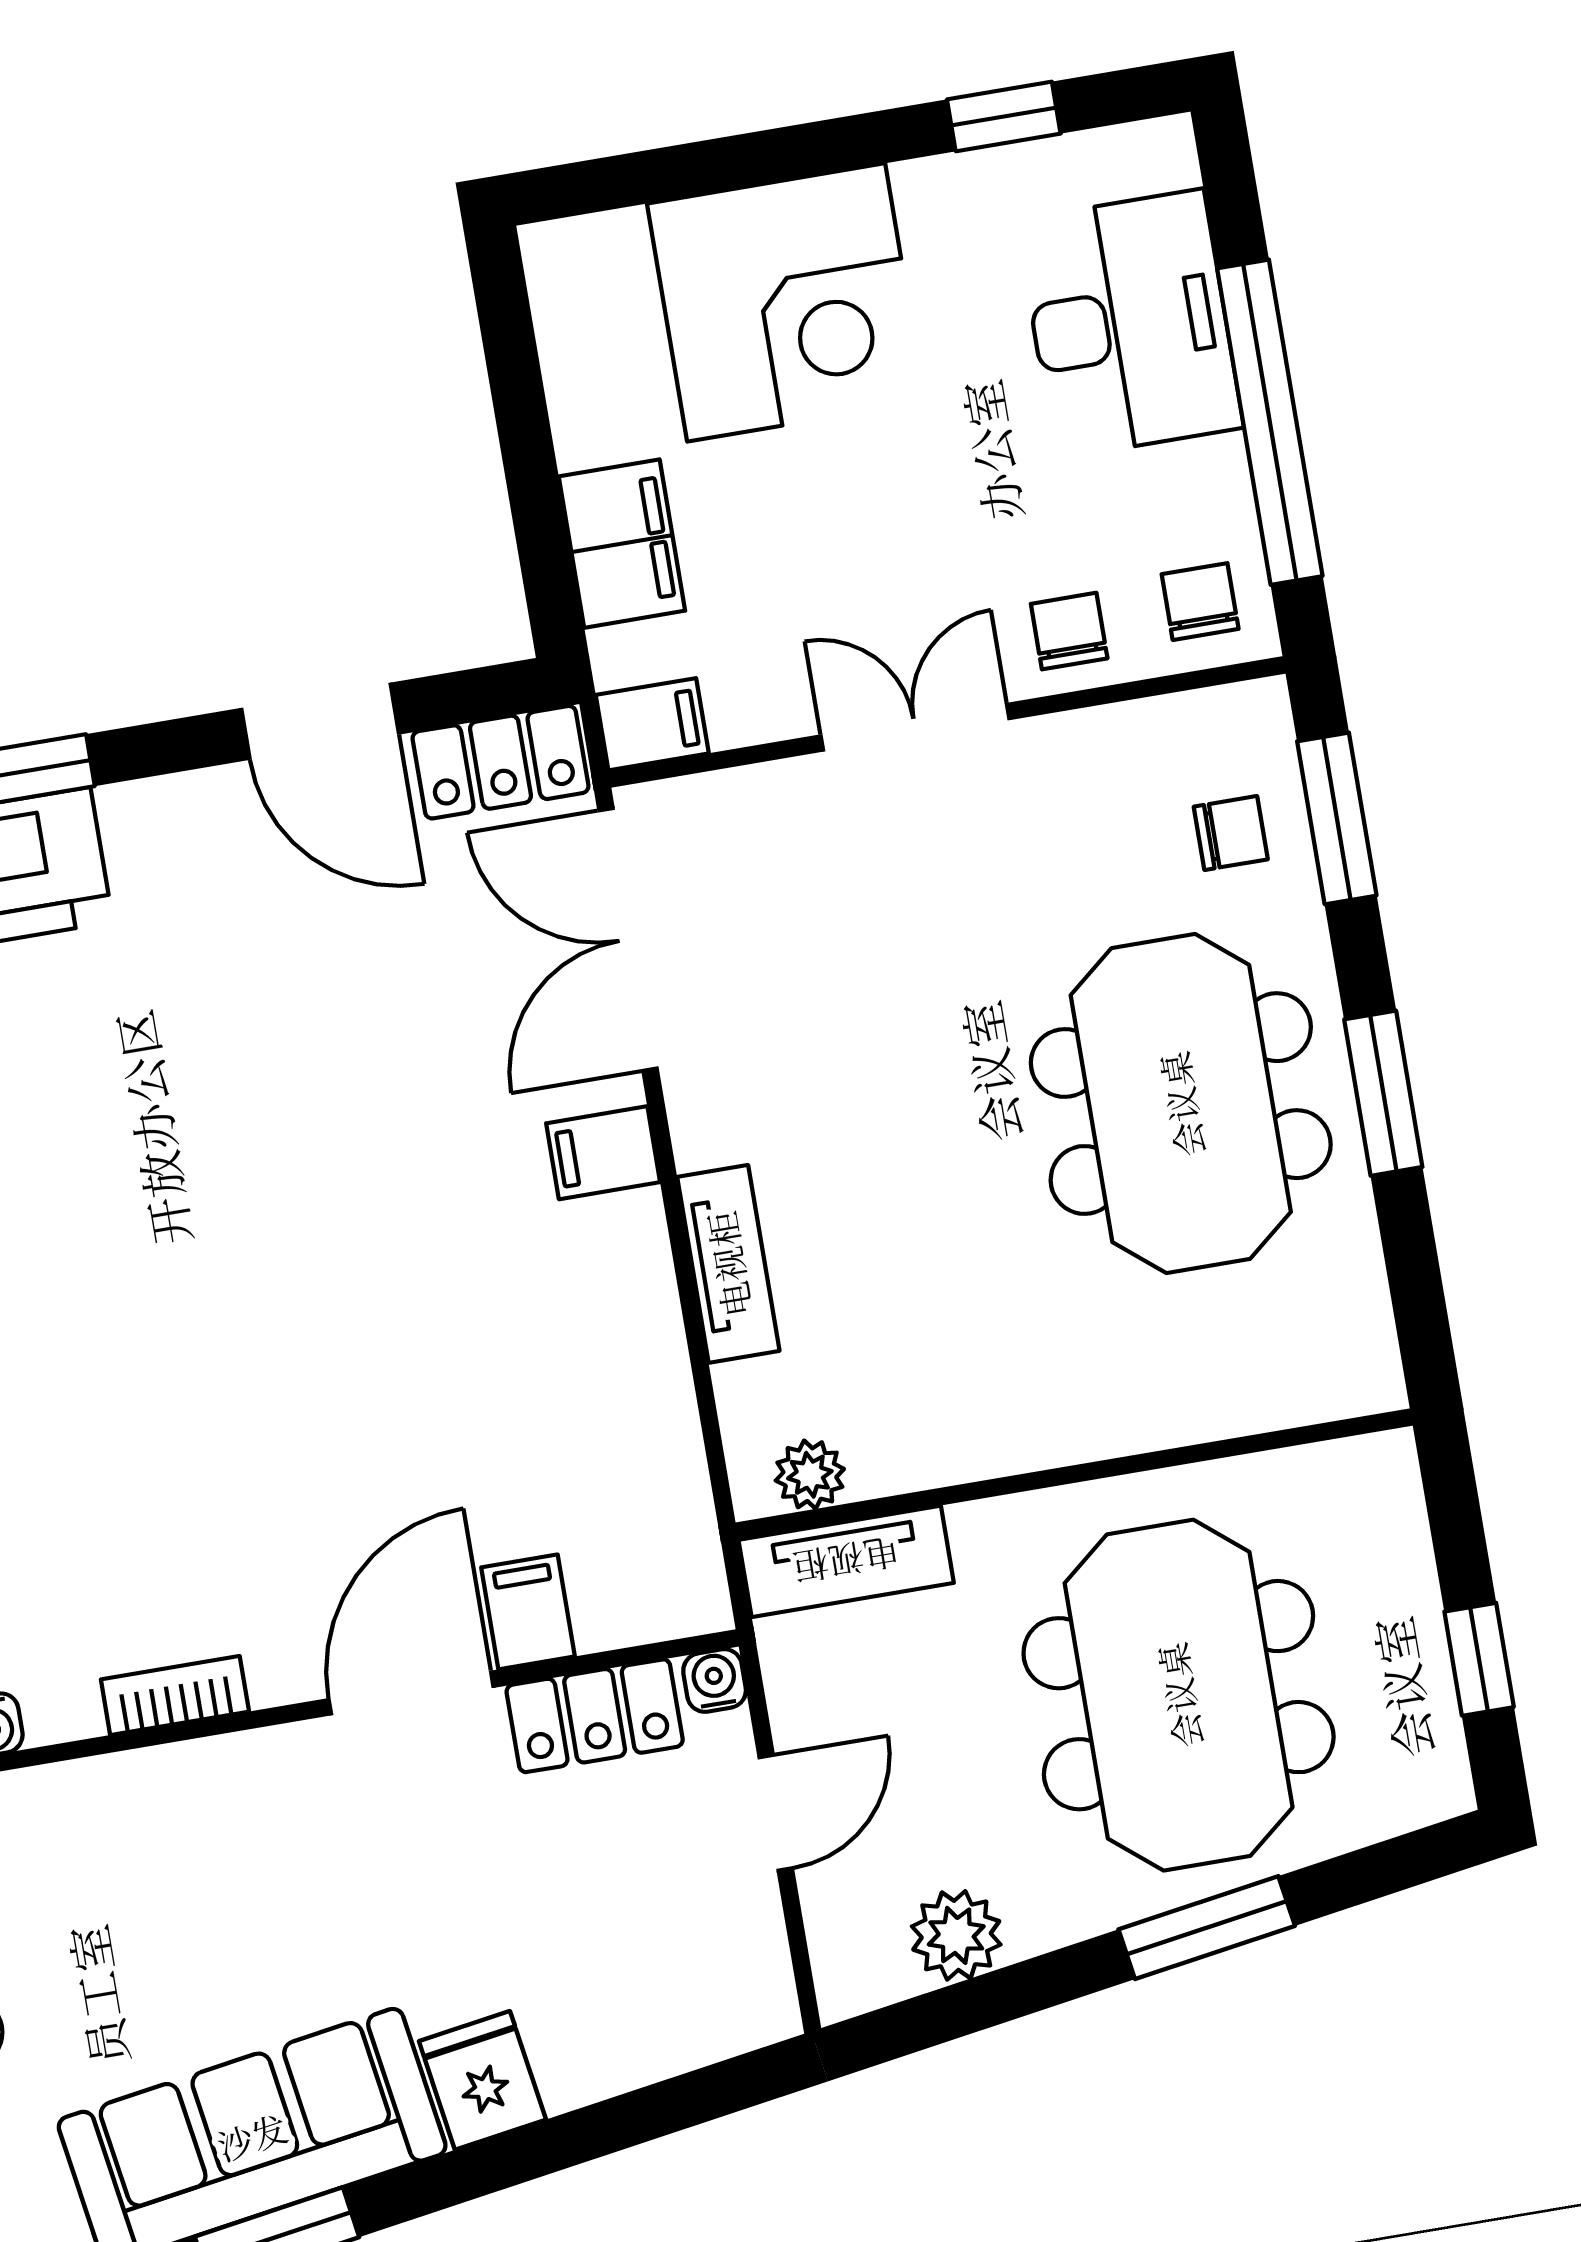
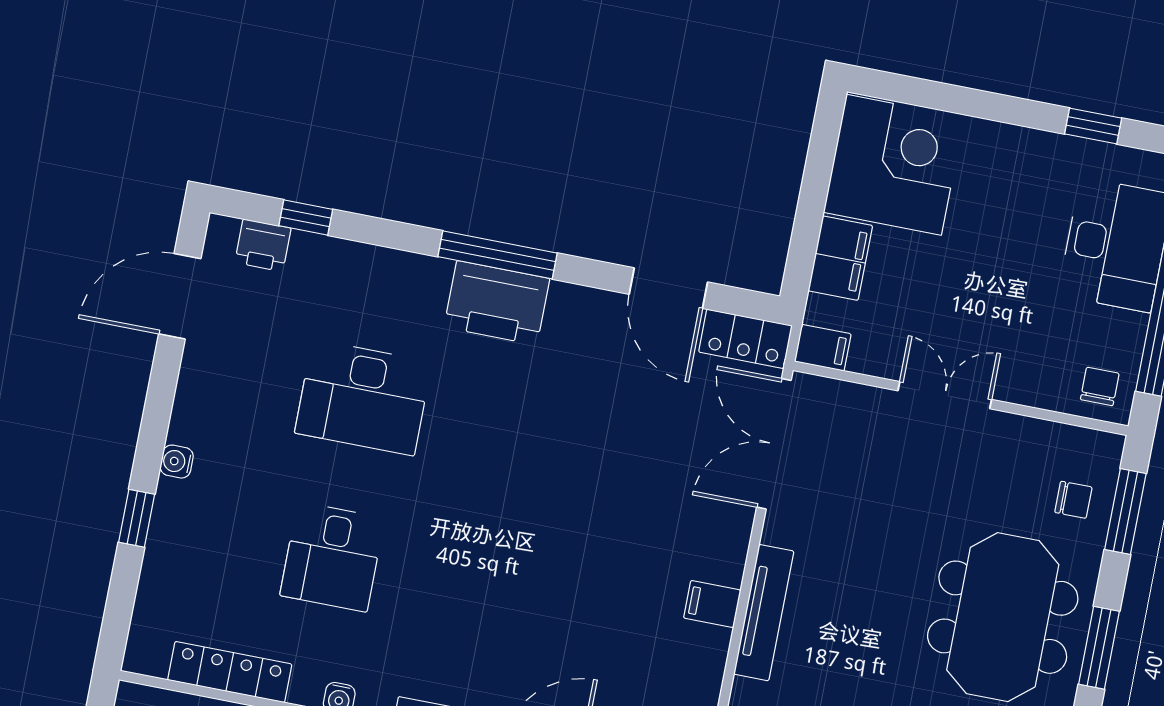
corner desk: (786, 302) -> (894, 165), moved, turned -90
chair: (1069, 631) -> (1033, 377), removed
filing cabinet: (603, 1153) -> (712, 604), moved
tv unit: (728, 1264) -> (764, 613), width x1.41

